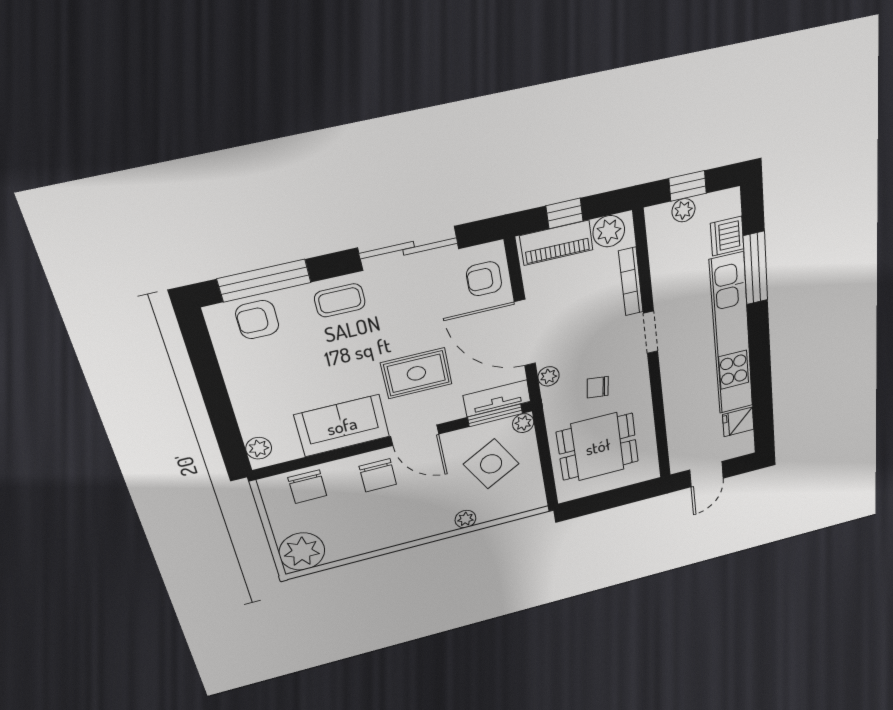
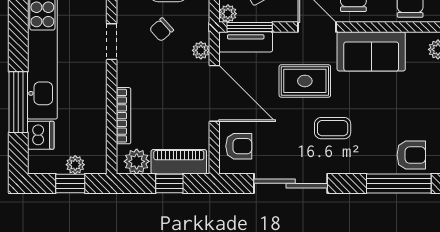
coffee table: (340, 300) -> (333, 128), moved
doorway: (651, 332) -> (112, 42), moved
chair: (598, 387) -> (161, 30), turned 131

